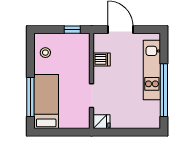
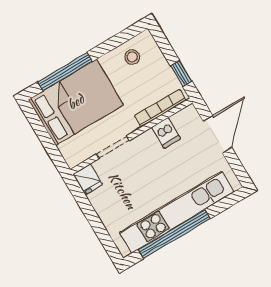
bookcase: (85, 54) -> (160, 108), added
kitchen unit: (152, 70) -> (177, 212), width x1.36
bed: (46, 101) -> (76, 102), width x1.50

